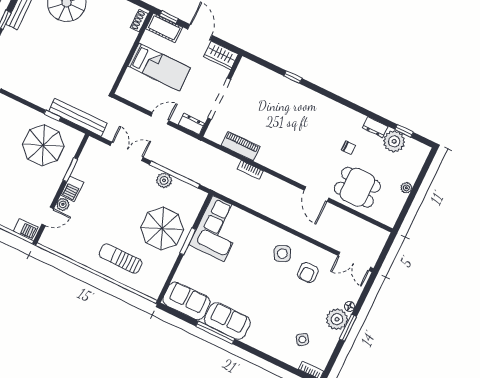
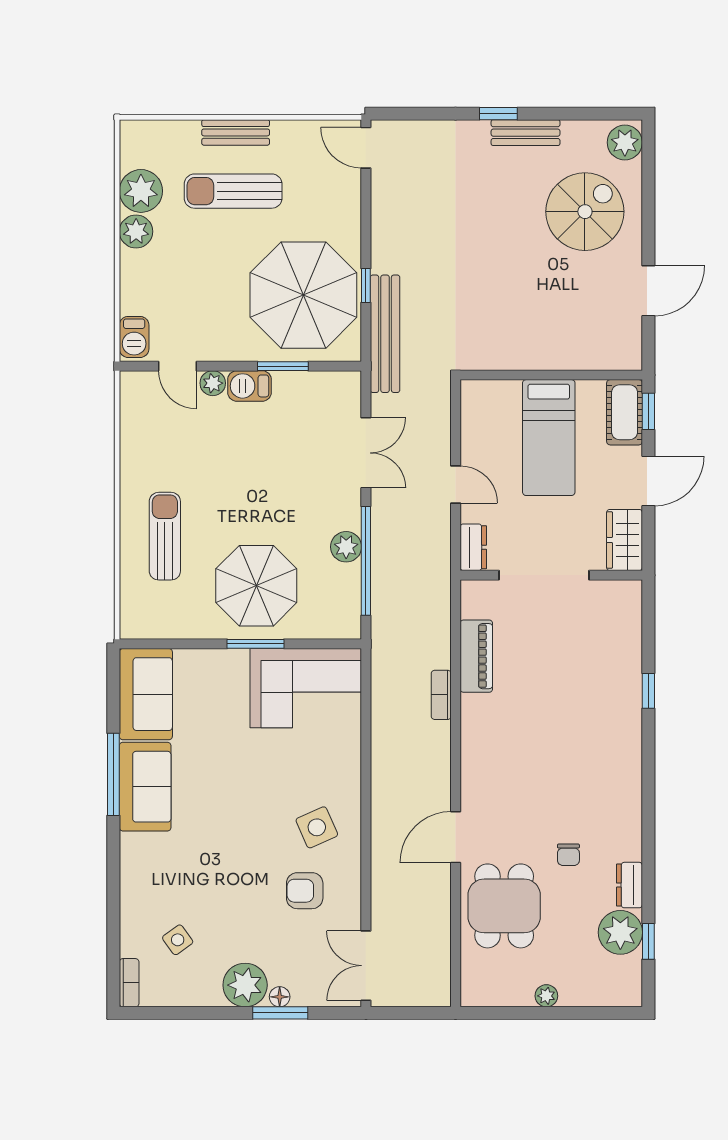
shoe rack: (139, 21) -> (616, 360), removed
parasol: (43, 145) -> (303, 295), width x1.36, depth x1.36
window: (348, 328) -> (280, 1013), moved

